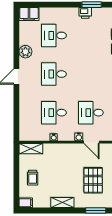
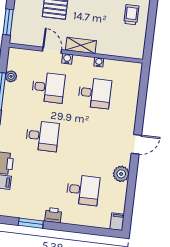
printer: (85, 13) -> (53, 215), moved
filing cabinet: (29, 14) -> (117, 222), width x0.50
desk: (54, 74) -> (42, 136), moved
shelving: (31, 149) -> (81, 45), moved

